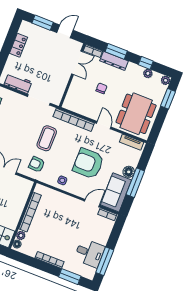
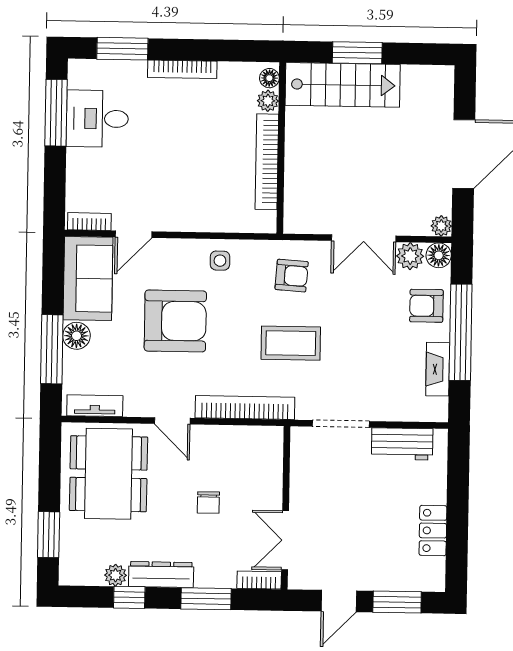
dresser: (114, 61) -> (161, 575), moved
plant: (166, 80) -> (70, 575), removed
coffee table: (47, 138) -> (291, 343), turned 90
window: (135, 183) -> (52, 349), moved

